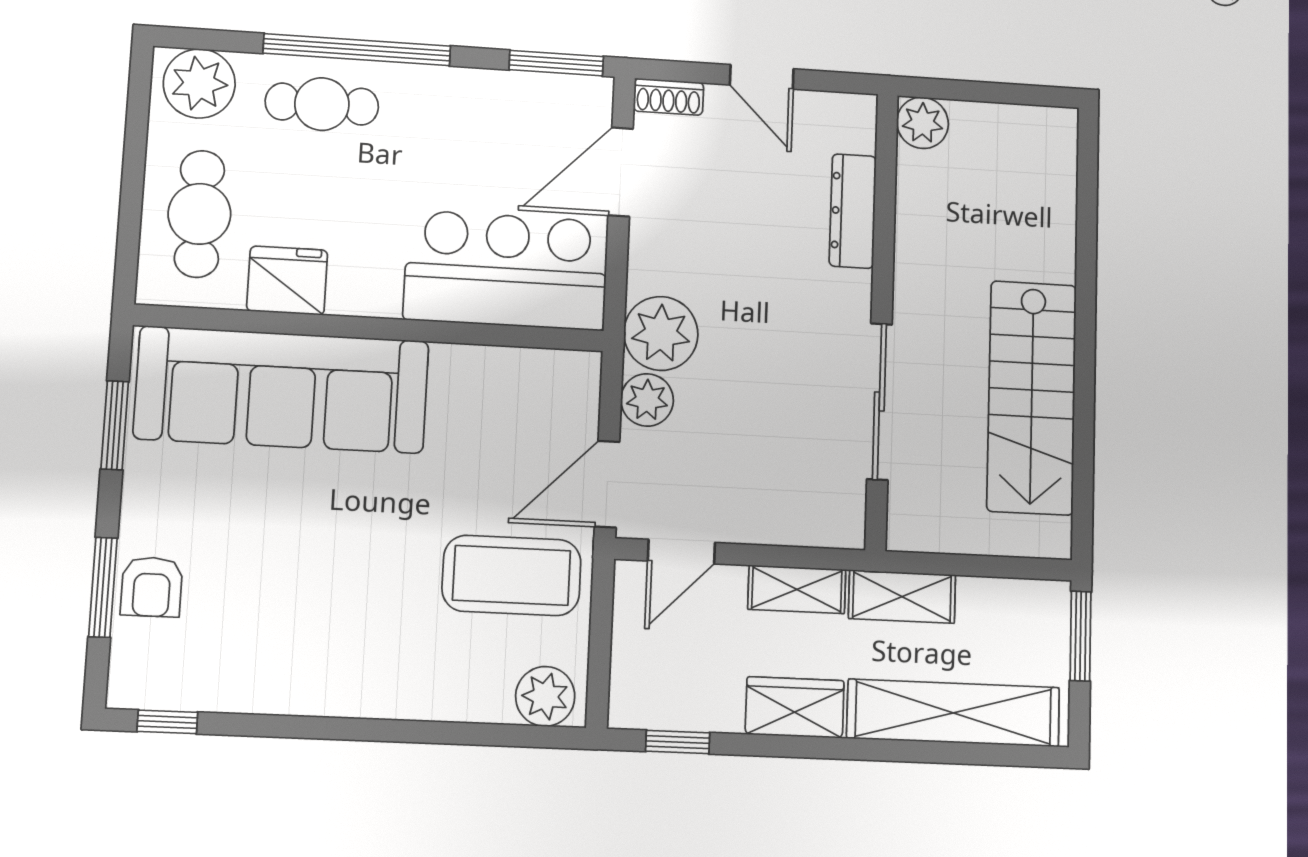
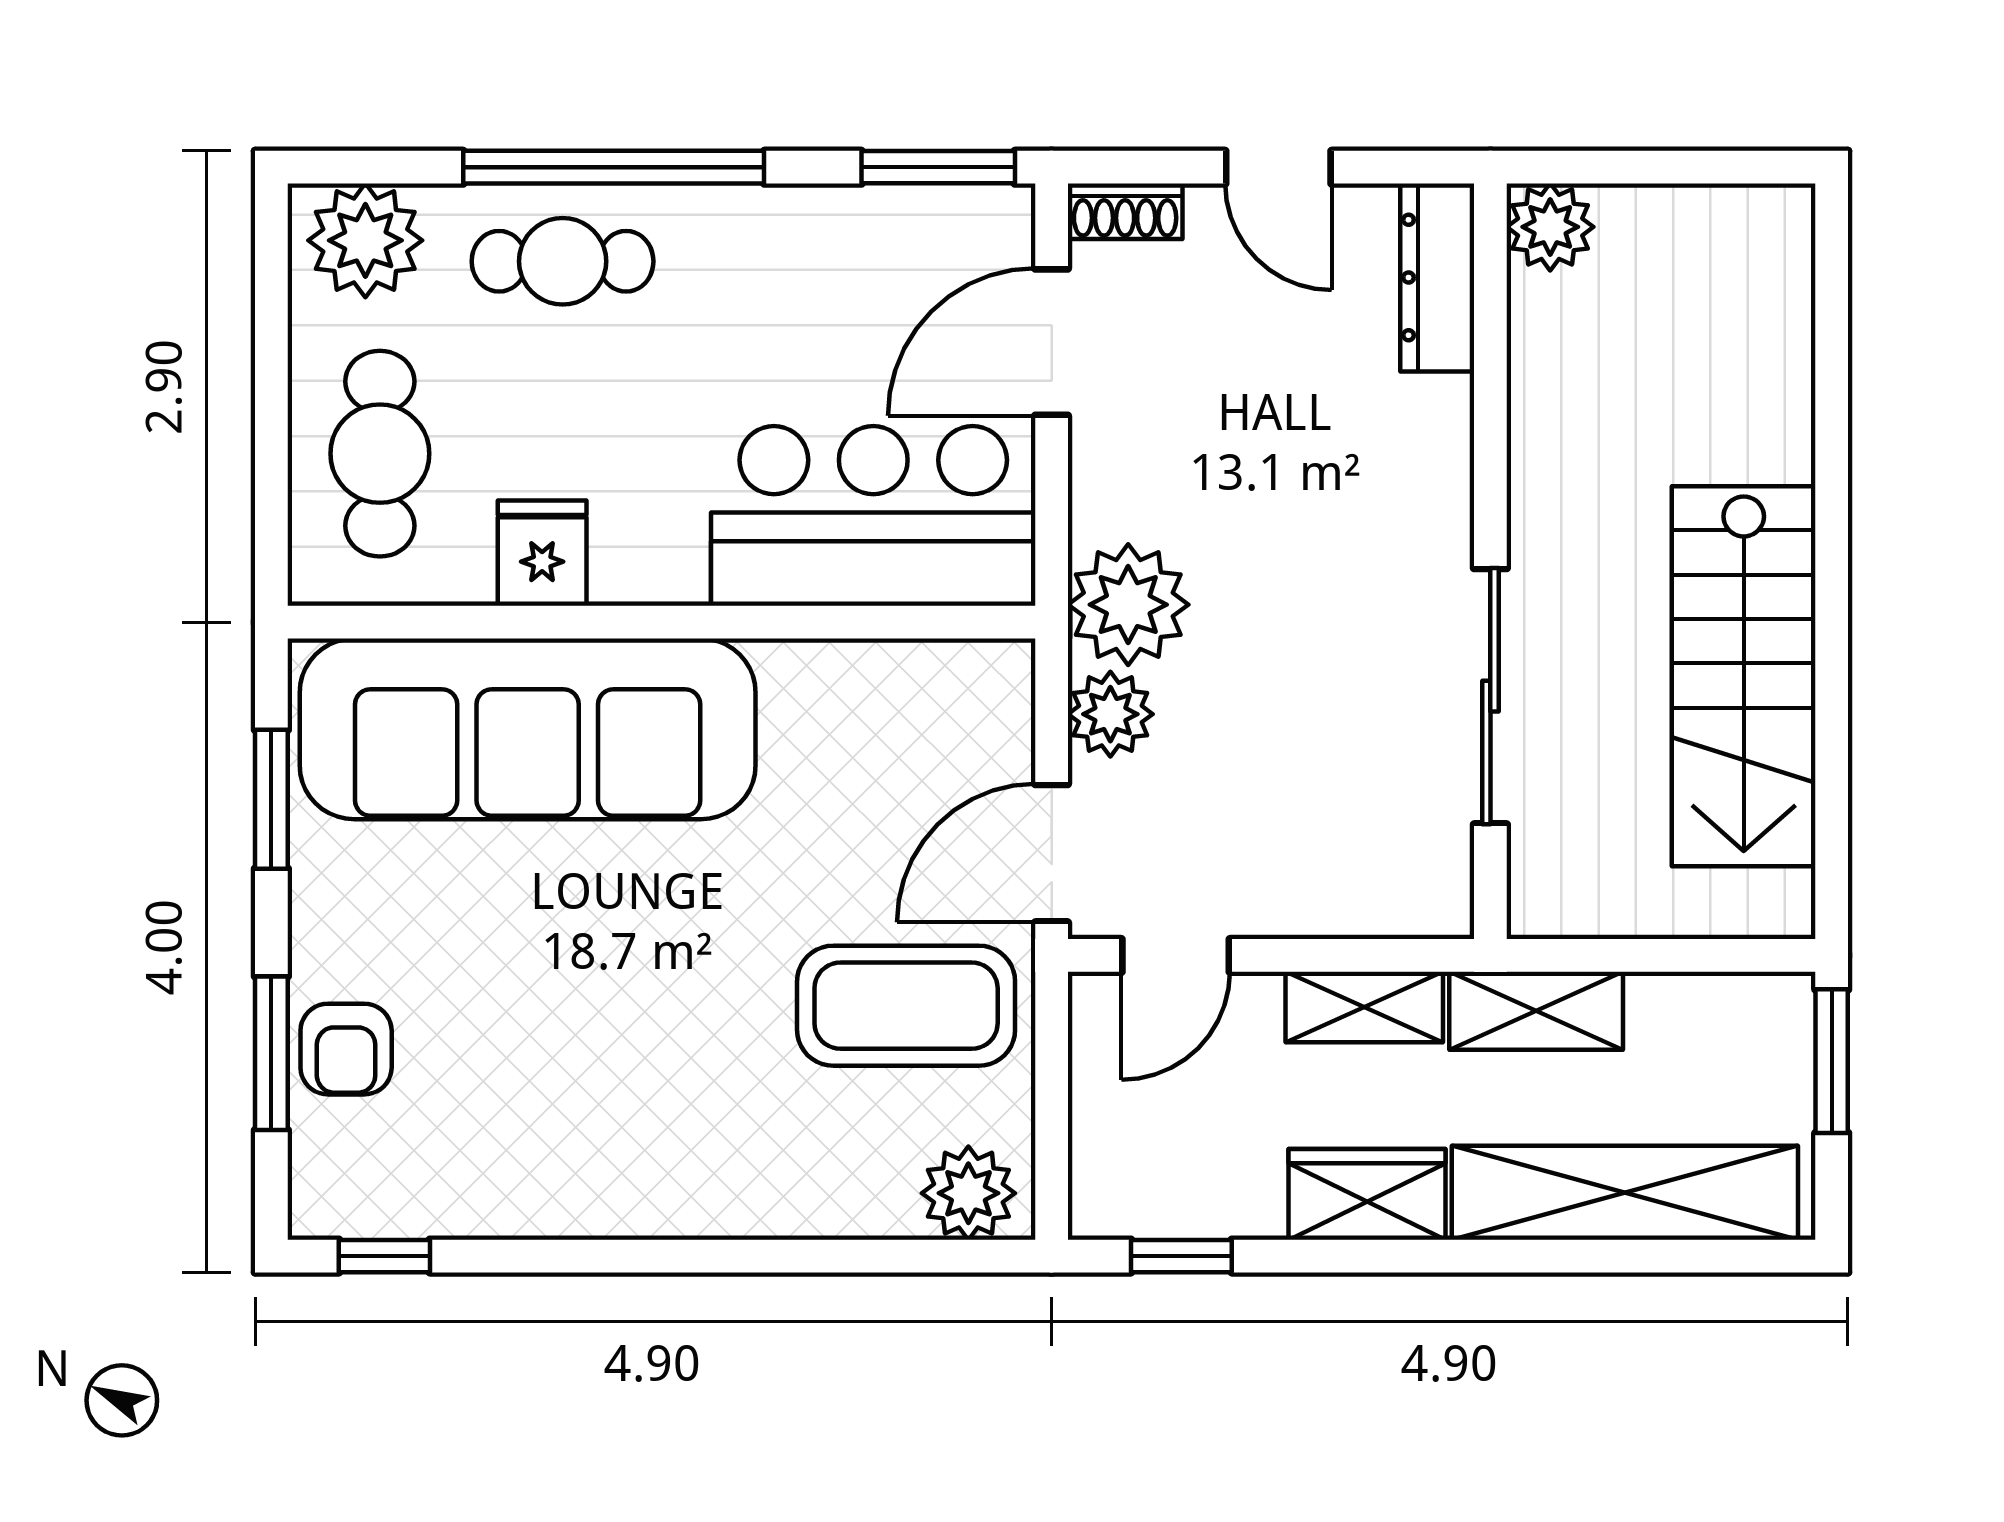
dresser: (853, 211) -> (1437, 277), moved
fridge: (287, 281) -> (542, 553), width x0.72

